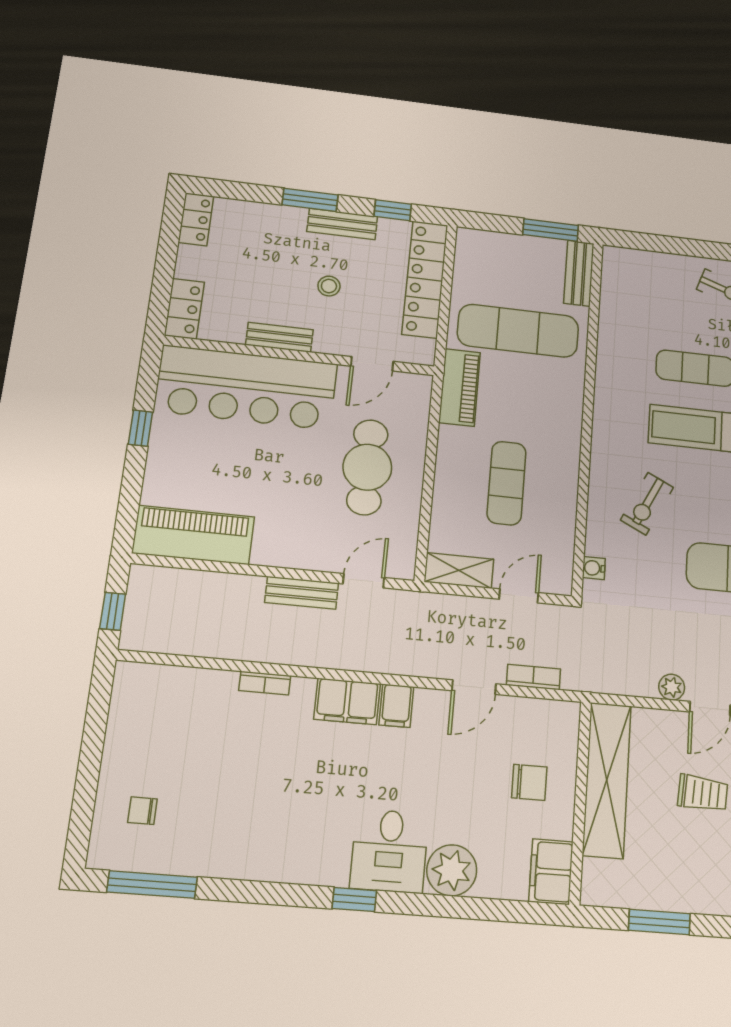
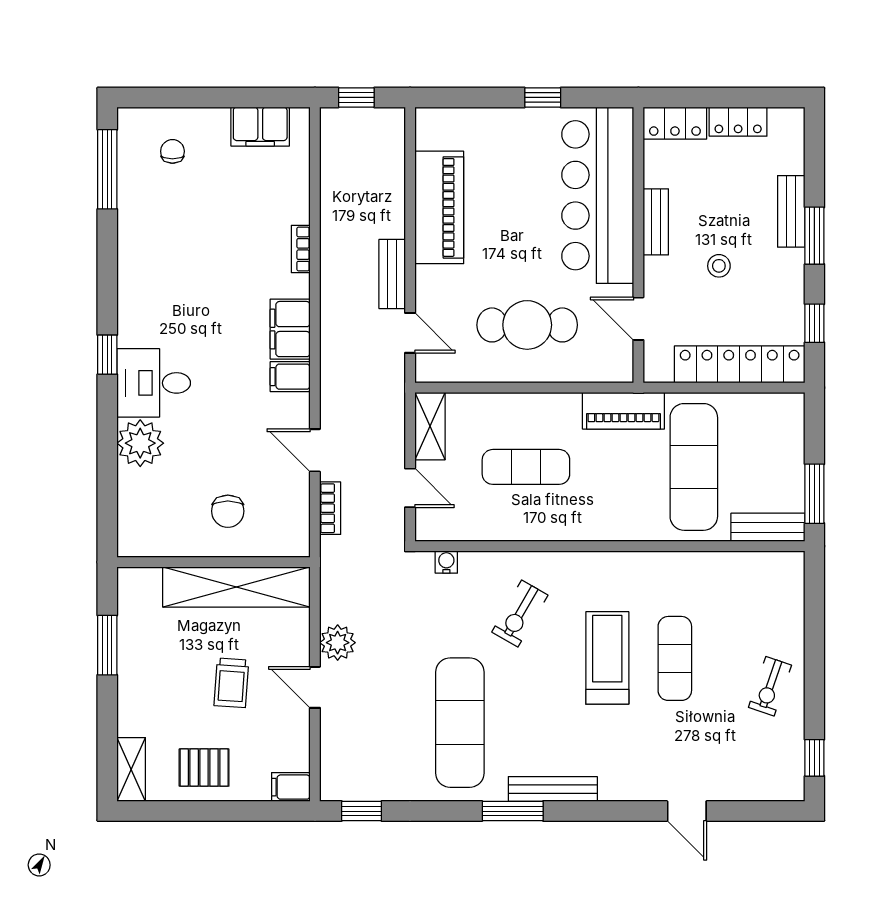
locker: (196, 219) -> (738, 122), moved
bench: (342, 224) -> (791, 211), moved
exercise bike: (647, 504) -> (520, 614), turned -86
piano: (194, 535) -> (439, 207), moved
plant: (672, 687) -> (338, 643), width x1.38, depth x1.38
filing cabinet: (551, 872) -> (260, 127), moved, turned 180

